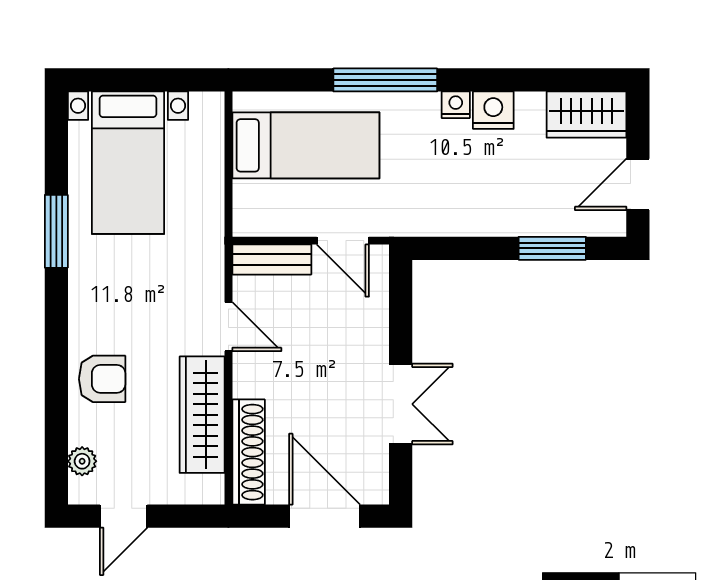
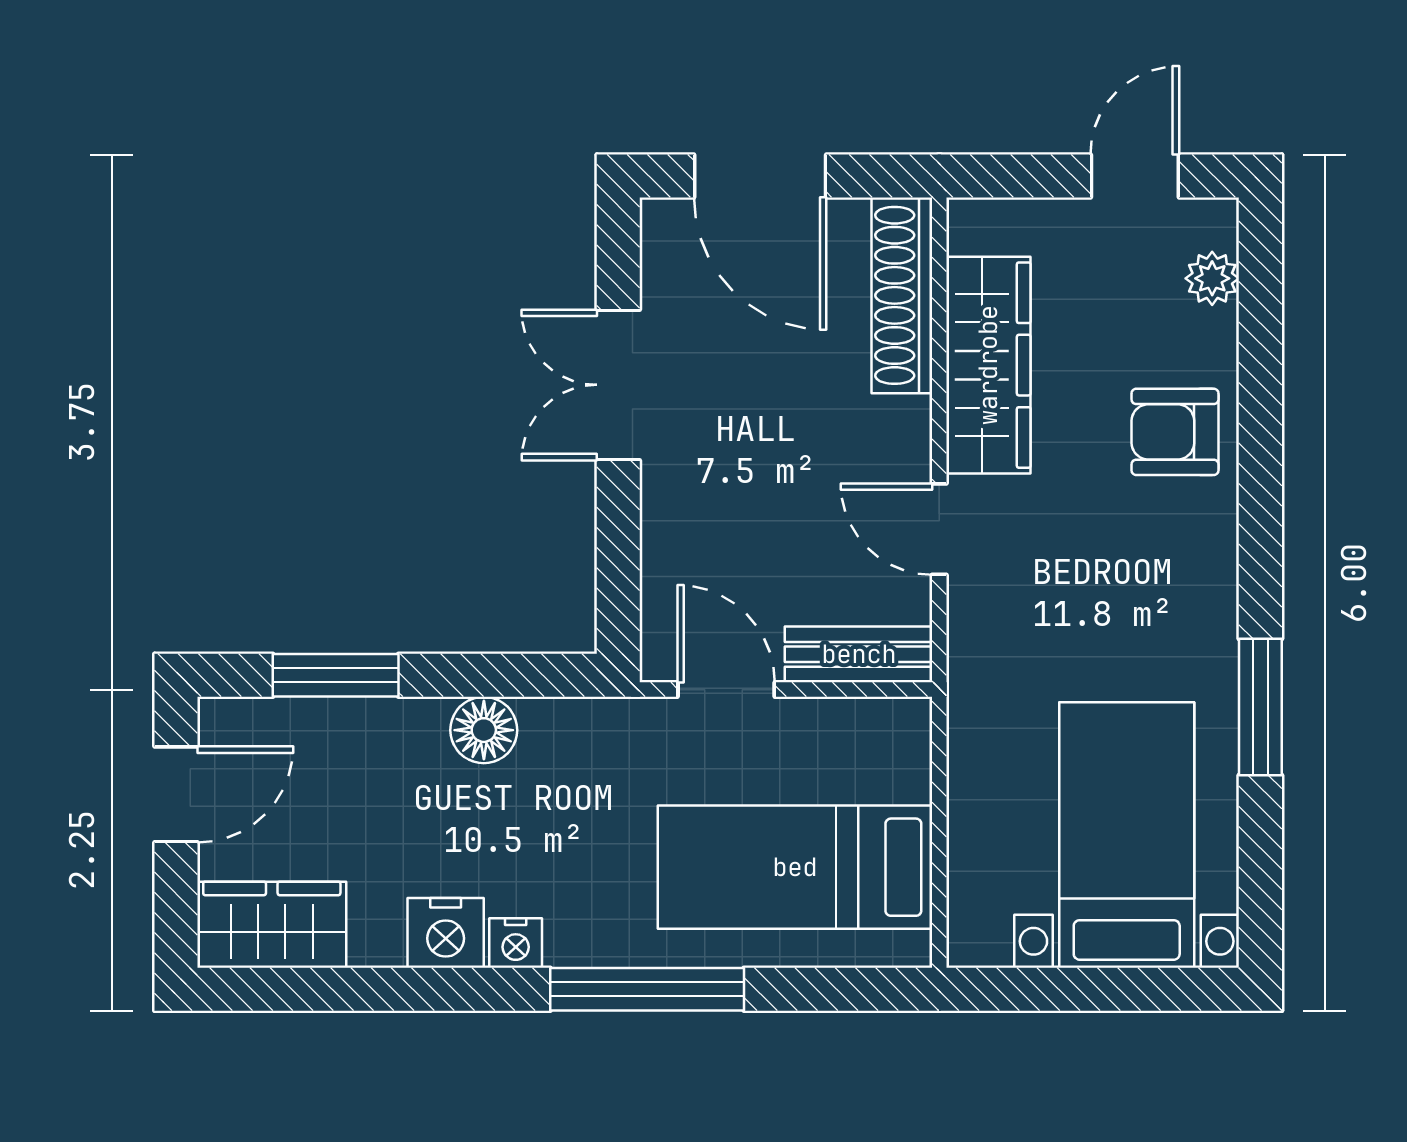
floor lamp: (473, 219) -> (484, 730), added

